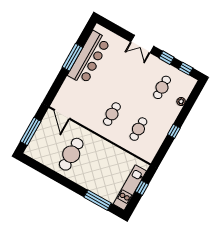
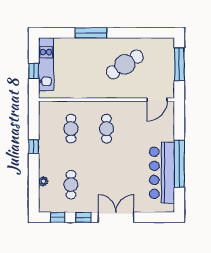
double door: (142, 44) -> (116, 217), width x1.37
window: (73, 57) -> (179, 164), width x1.46
door: (62, 114) -> (157, 100), swing flipped
cafe table: (71, 154) -> (125, 64), turned 57
window: (98, 200) -> (91, 33), moved

